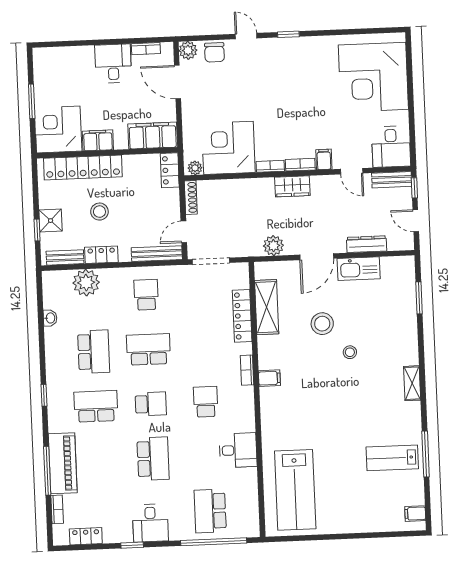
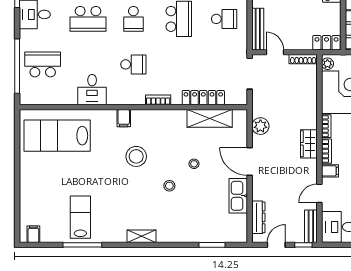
dresser: (367, 244) -> (258, 217), moved
stool: (322, 324) -> (194, 164), width x0.53, depth x0.53
filing cabinet: (269, 378) -> (124, 118), moved
stool: (316, 394) -> (136, 156), added

